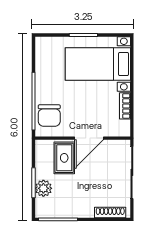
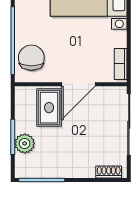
bookcase: (125, 106) -> (121, 64), moved
chair: (49, 115) -> (31, 58), turned 180
shoe rack: (110, 213) -> (109, 172), width x0.70

